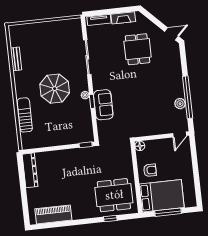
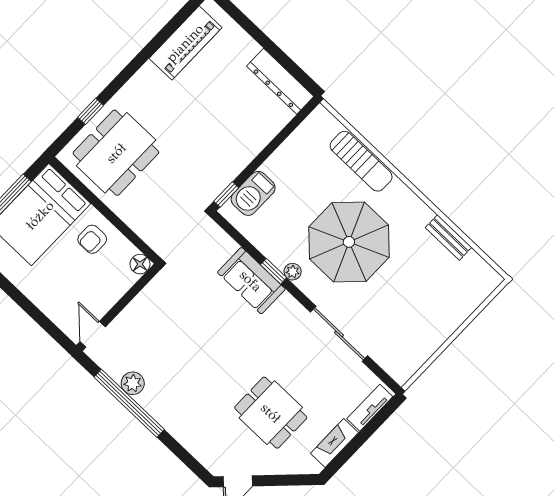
parasol: (55, 89) -> (349, 242), width x1.36, depth x1.36
barbecue: (75, 137) -> (253, 193), added

